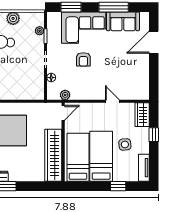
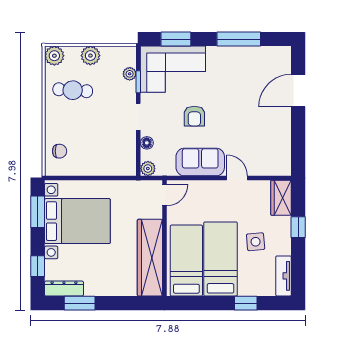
sofa: (123, 21) -> (200, 162), moved, turned 180
corner sofa: (84, 28) -> (173, 69), moved
plant: (65, 95) -> (148, 169), moved

